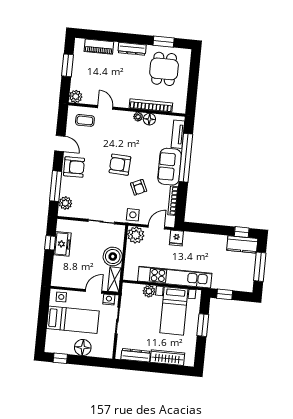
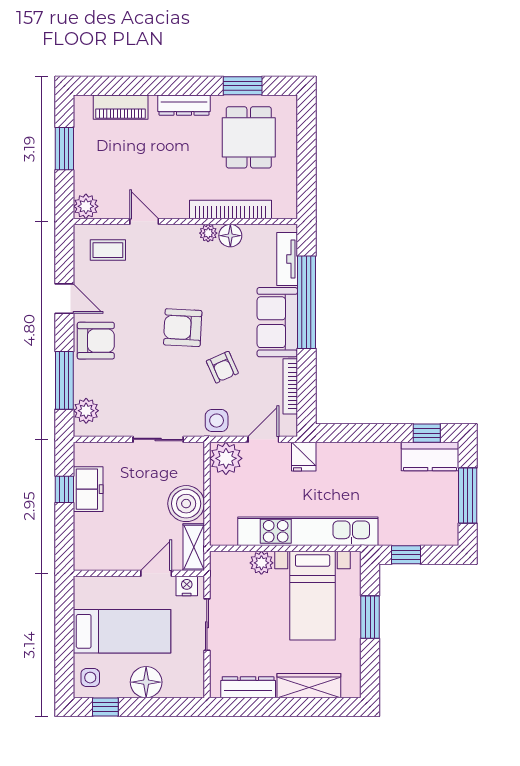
side table: (61, 297) -> (90, 678), moved

